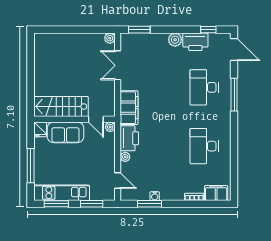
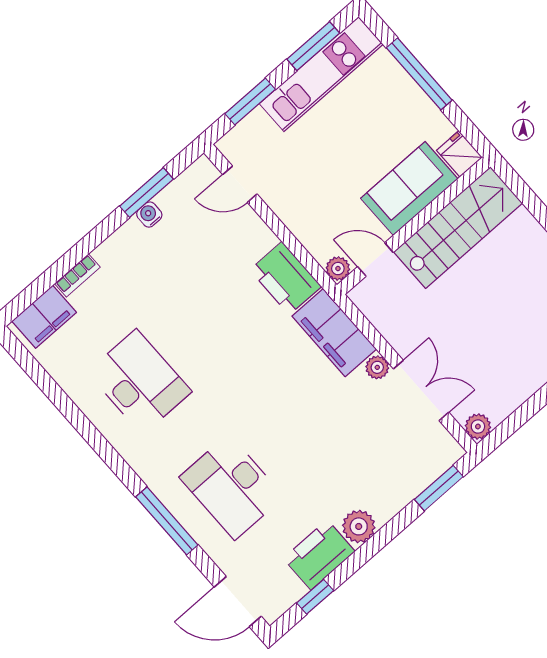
desk: (204, 87) -> (232, 487), turned 180
plant: (125, 157) -> (377, 367), moved

